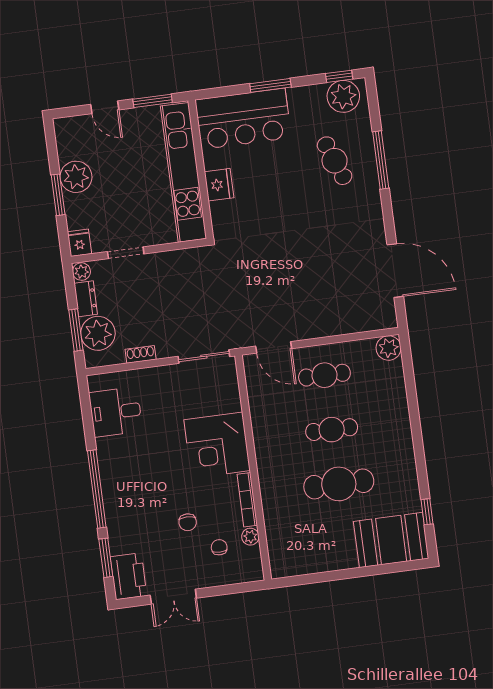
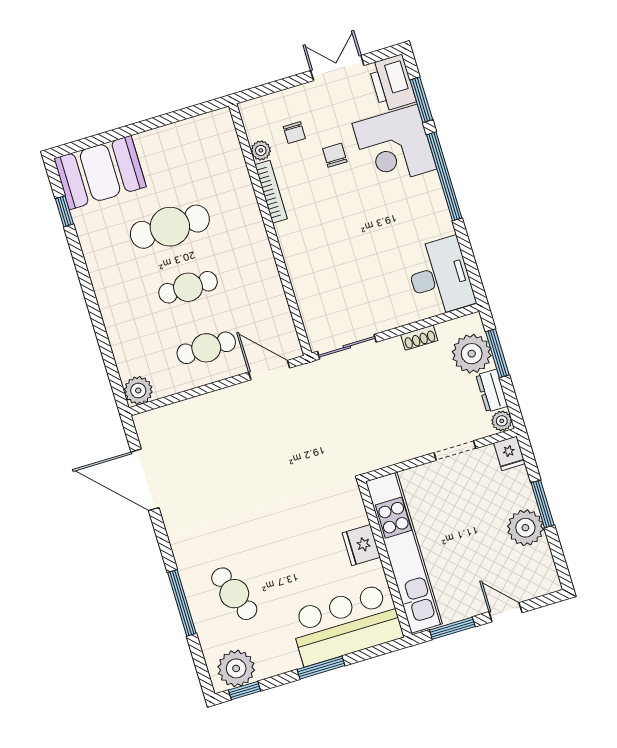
desk: (116, 412) -> (440, 277), width x1.37
corner desk: (217, 445) -> (394, 146), moved, turned 180

